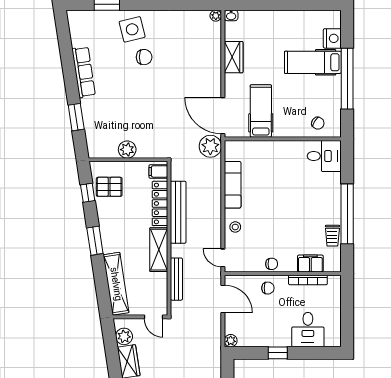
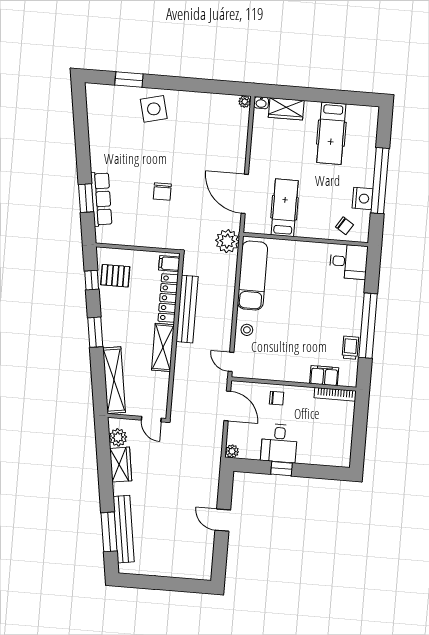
nightstand: (332, 38) -> (362, 198), moved
chair: (144, 57) -> (162, 192), moved, turned 90
wardrobe: (234, 57) -> (286, 109), moved, turned 90
hospital bed: (313, 62) -> (331, 133), moved, turned -90
row of seats: (84, 72) -> (101, 199), moved
door: (223, 116) -> (245, 194), moved
plant: (127, 150) -> (138, 237), removed
exam couch: (233, 185) -> (253, 275), width x1.36, depth x1.45
trolley: (332, 236) -> (350, 348), turned 180
chair: (272, 264) -> (283, 373), removed
bench: (176, 279) -> (179, 381), removed
bookcase: (308, 280) -> (335, 394), moved
desk: (308, 330) -> (279, 443), moved

